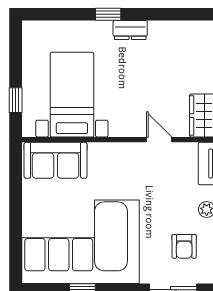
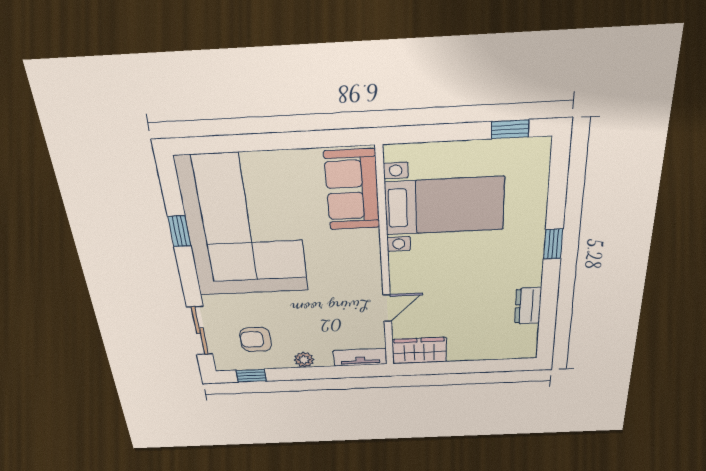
dresser: (130, 30) -> (528, 306), moved
window: (16, 100) -> (510, 129), moved

